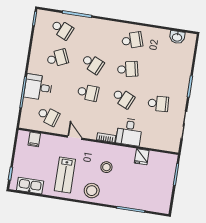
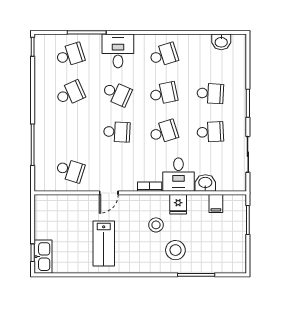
school desk: (62, 29) -> (70, 55), turned -42
school desk: (163, 75) -> (210, 93), added
desk: (38, 87) -> (118, 51), moved, turned 90
school desk: (123, 98) -> (164, 132), turned -42
door: (75, 138) -> (109, 193), swing flipped
filing cabinet: (34, 139) -> (216, 204), moved
washbasin: (148, 141) -> (205, 183), added
fridge: (142, 157) -> (178, 204), moved
kitchen sink: (30, 186) -> (43, 257), moved, turned 90
stool: (92, 191) -> (175, 250), moved

